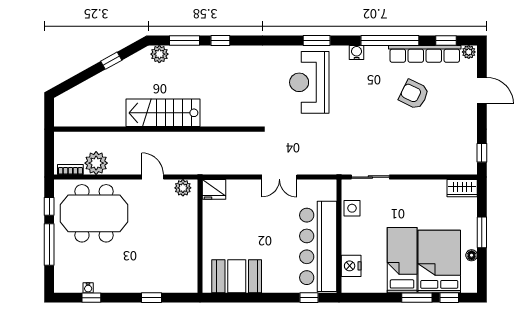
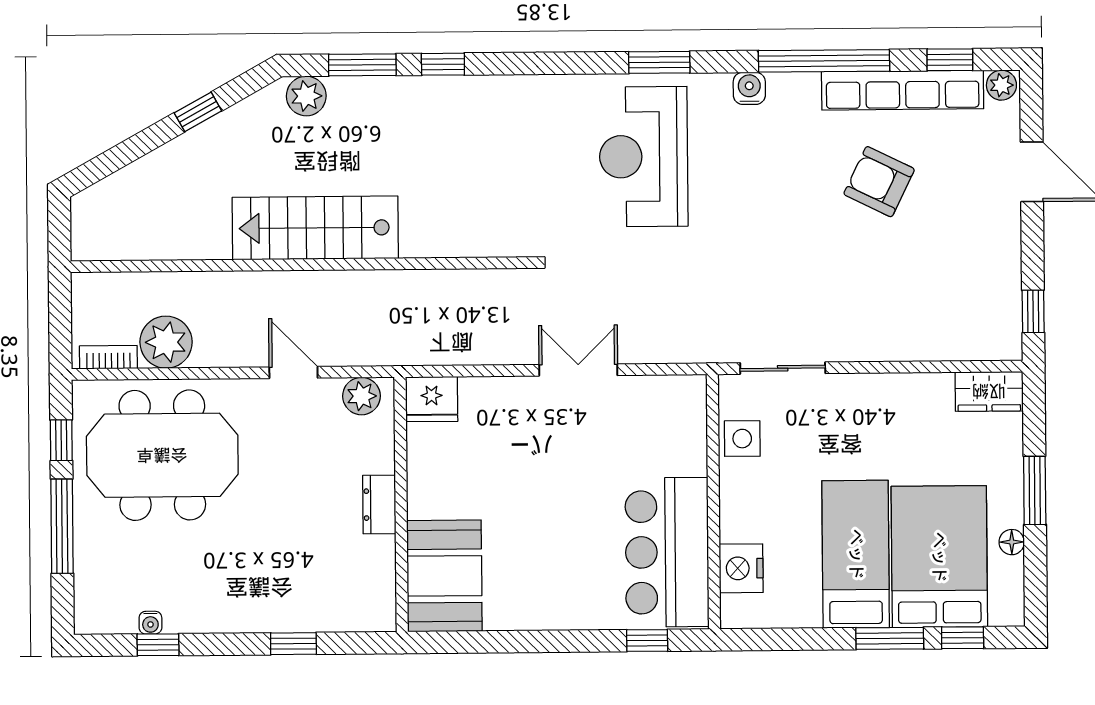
double door: (279, 177) -> (578, 370), swing flipped
dresser: (190, 236) -> (379, 505), added
bar counter: (318, 246) -> (667, 552), width x0.73
booth: (237, 276) -> (444, 576), moved, turned 90

